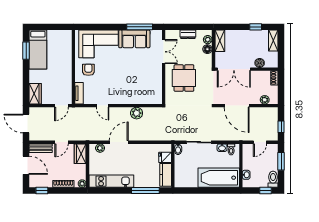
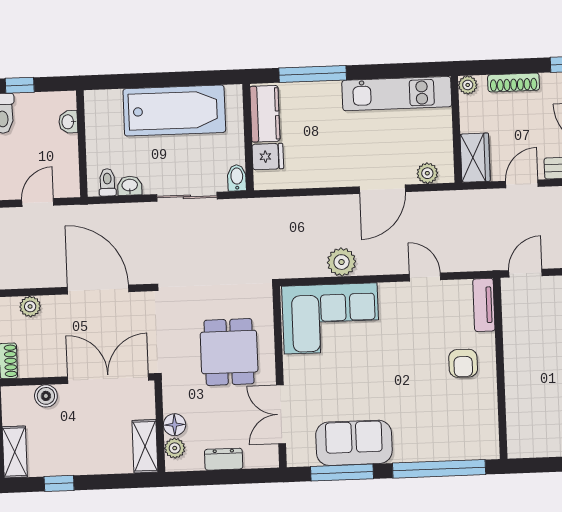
window: (100, 27) -> (439, 469), added
corner sofa: (99, 44) -> (331, 318), moved, turned 180
bathtub: (219, 178) -> (174, 111), moved

